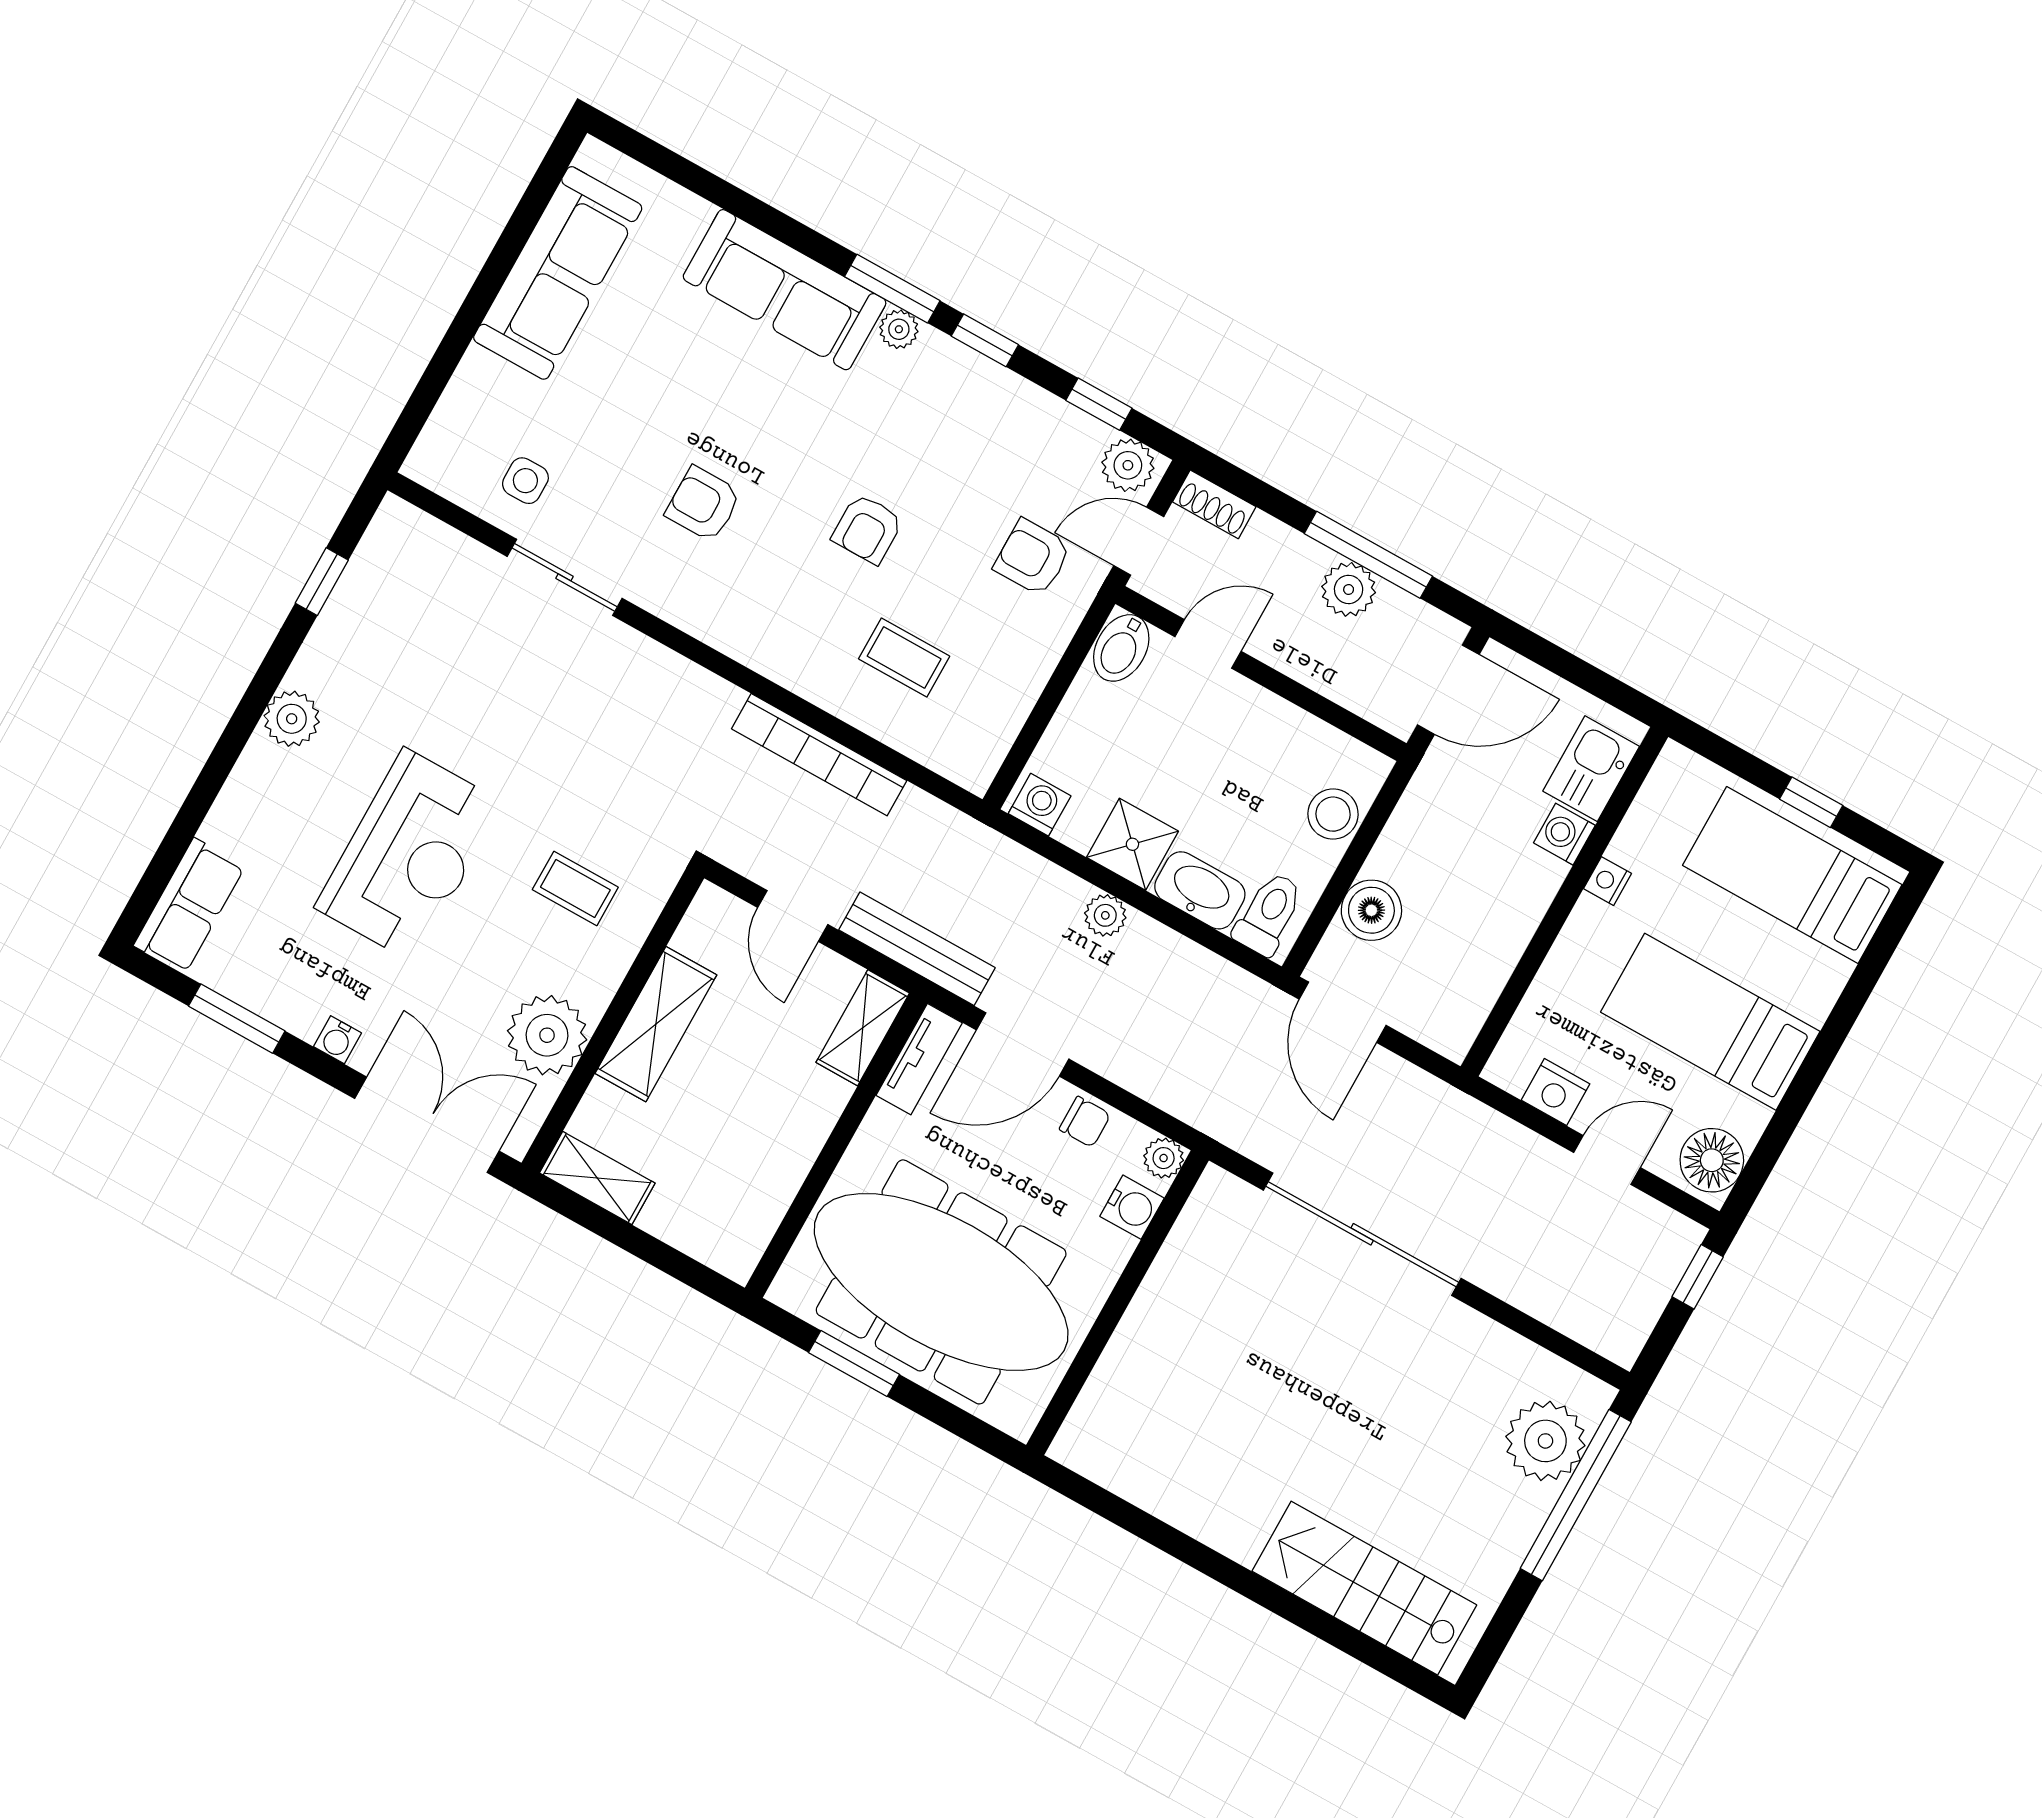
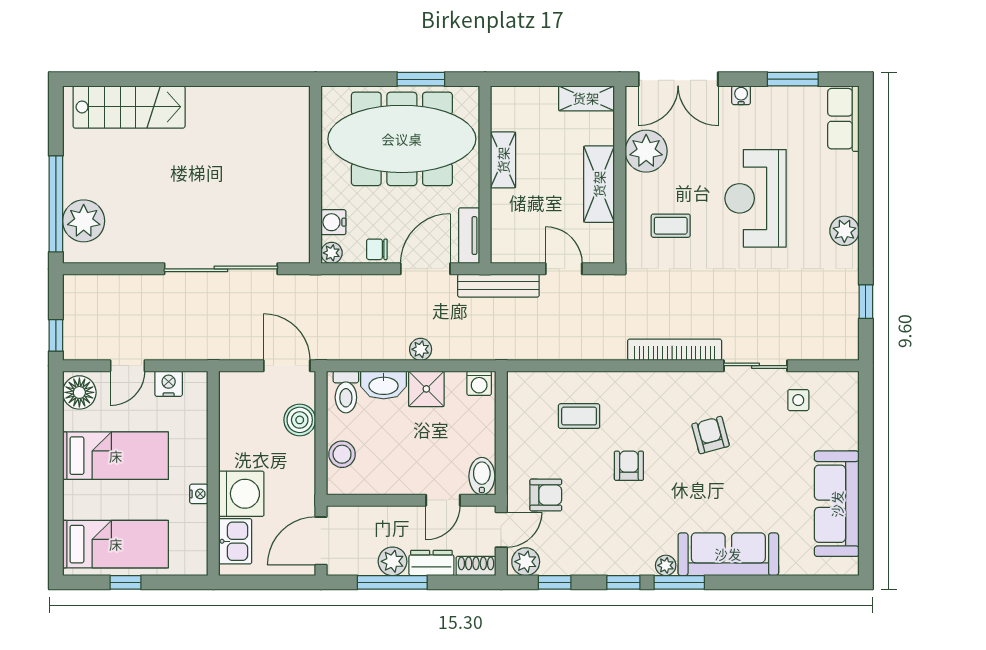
armchair: (703, 504) -> (711, 435), turned -105
dresser: (1285, 551) -> (431, 563), added
bookcase: (819, 755) -> (675, 350), moved
washing machine: (1564, 834) -> (241, 494), width x1.89, depth x1.89
shelving: (863, 1028) -> (503, 160), moved

